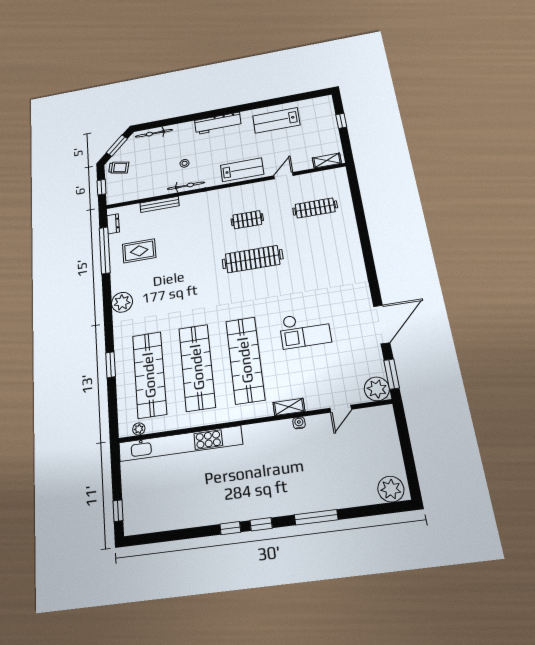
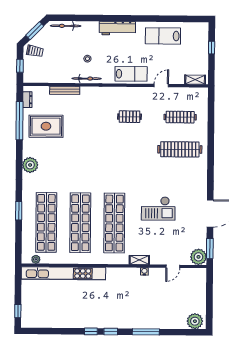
rug: (139, 251) -> (46, 126), width x1.36, depth x1.43
clothes rail: (252, 259) -> (180, 149), moved

